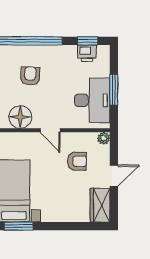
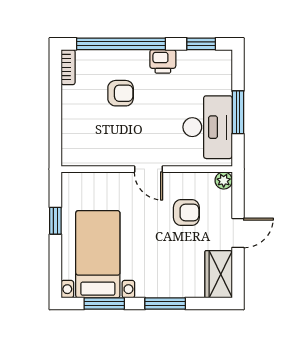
printer: (87, 53) -> (163, 61), moved
armchair: (30, 76) -> (121, 93), turned 87
floor lamp: (20, 117) -> (107, 151), removed
window: (62, 226) -> (165, 304), added

